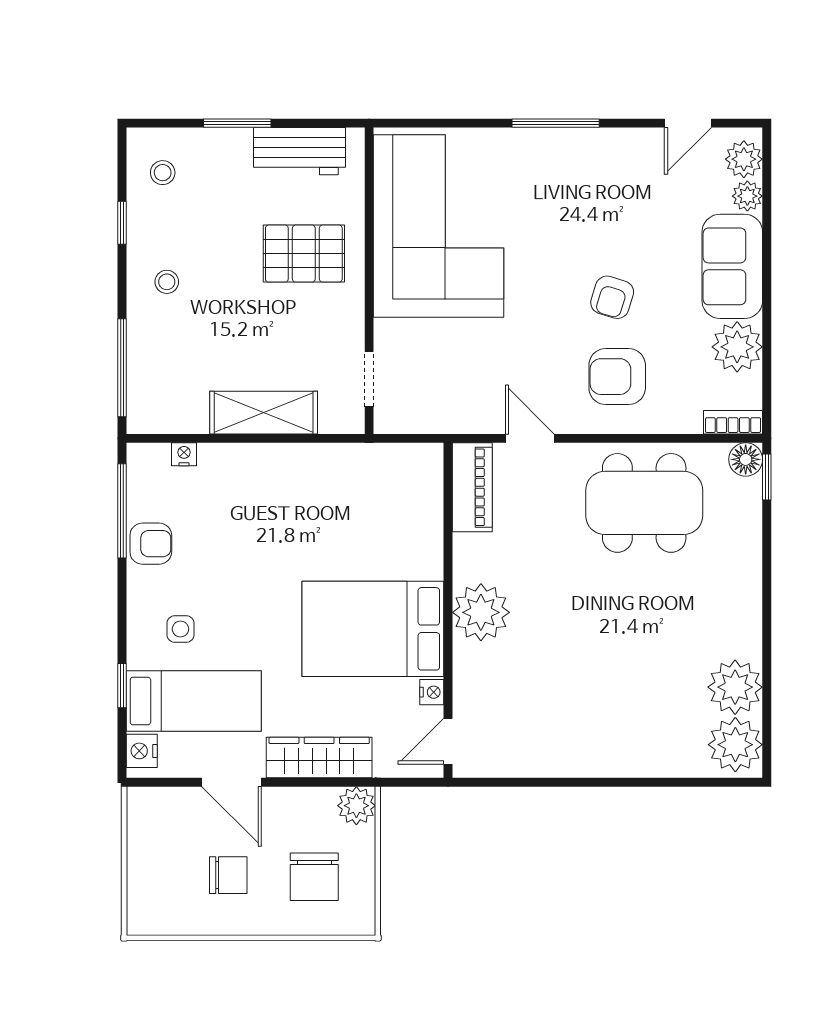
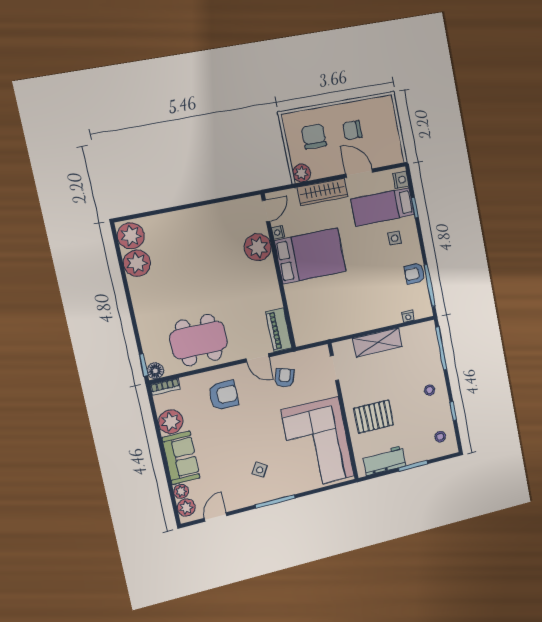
side table: (574, 200) -> (260, 470), added
armchair: (612, 297) -> (284, 378), moved
plant: (481, 612) -> (258, 247), moved

